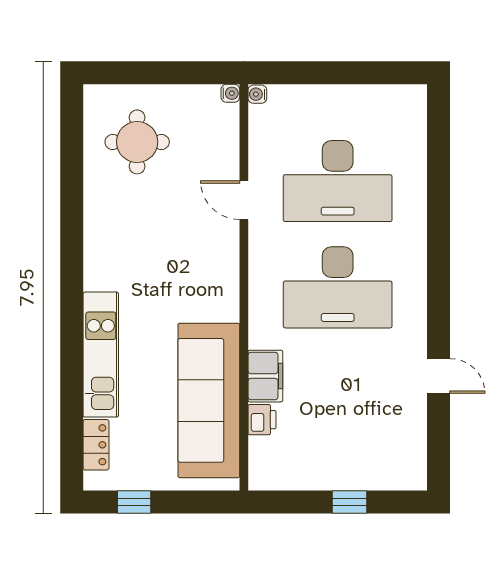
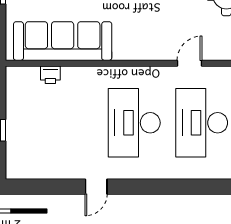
filing cabinet: (265, 376) -> (78, 77), removed
door: (439, 376) -> (96, 187), moved

